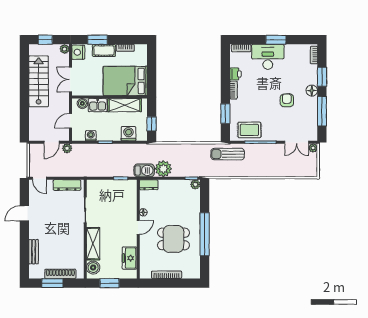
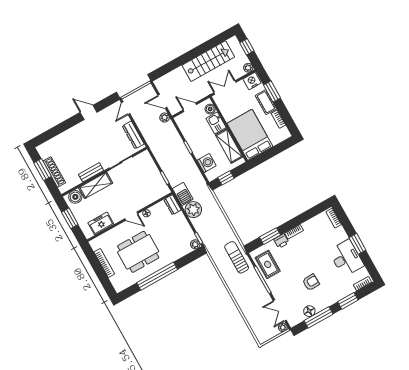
desk: (268, 57) -> (346, 258), moved
printer: (235, 74) -> (281, 241), moved
floor lamp: (312, 91) -> (309, 311), moved
washing machine: (91, 136) -> (187, 132), removed
dining table: (173, 239) -> (138, 252), width x1.38
bench: (34, 252) -> (91, 172), moved

